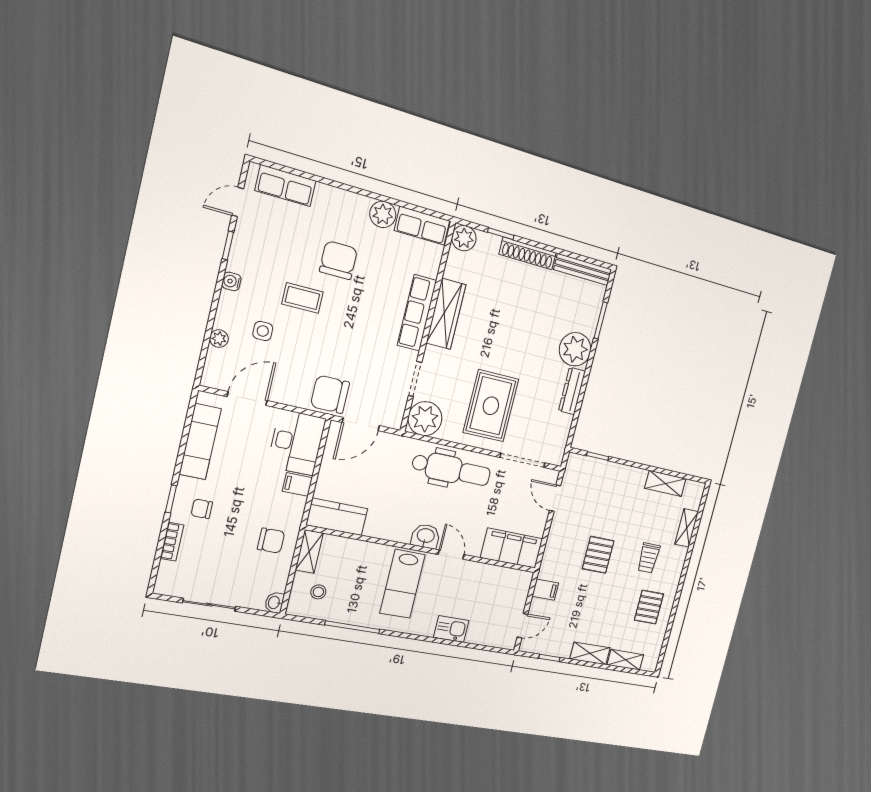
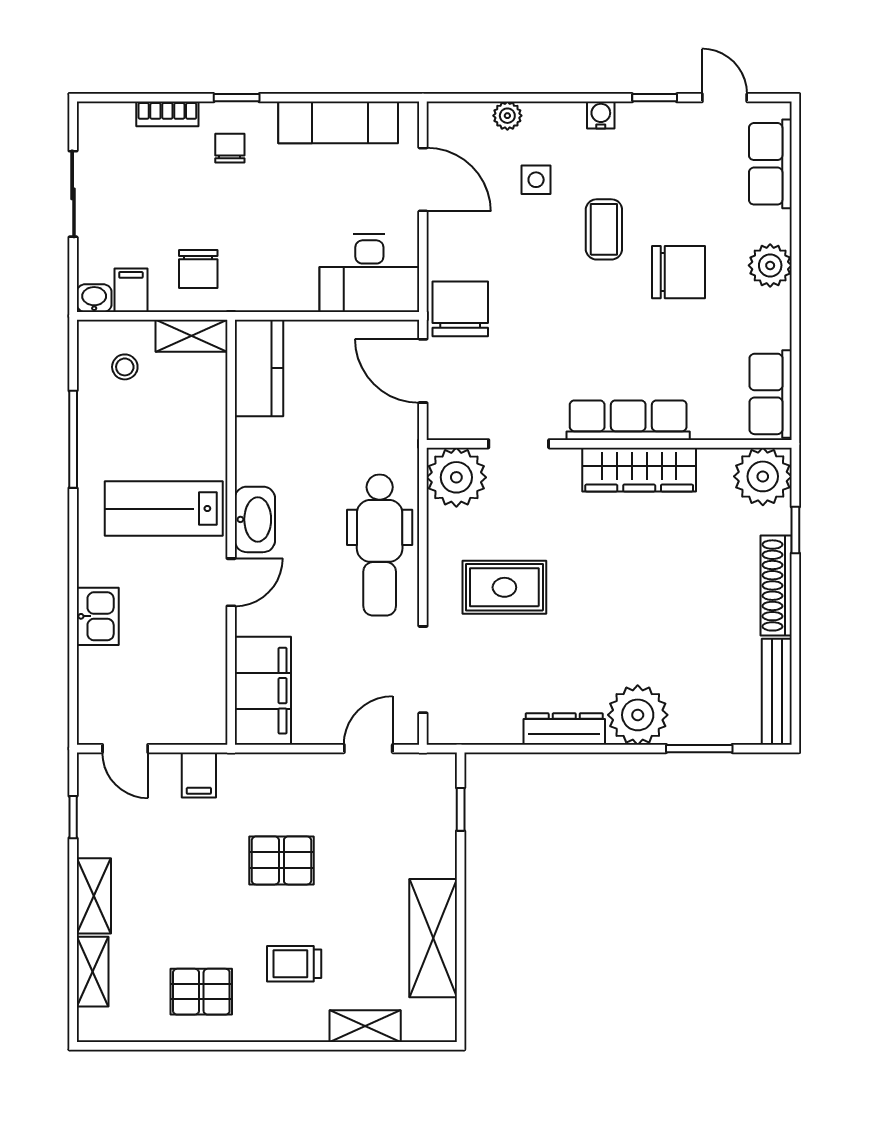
plant: (383, 214) -> (770, 265), moved
plant: (464, 238) -> (763, 476), width x1.36, depth x1.36
rug: (491, 406) -> (504, 587), width x0.73, depth x0.70
shelving: (665, 483) -> (433, 938), width x1.50, depth x1.33
filing cabinet: (297, 485) -> (131, 290), moved
washbasin: (426, 536) -> (255, 519), width x1.38

